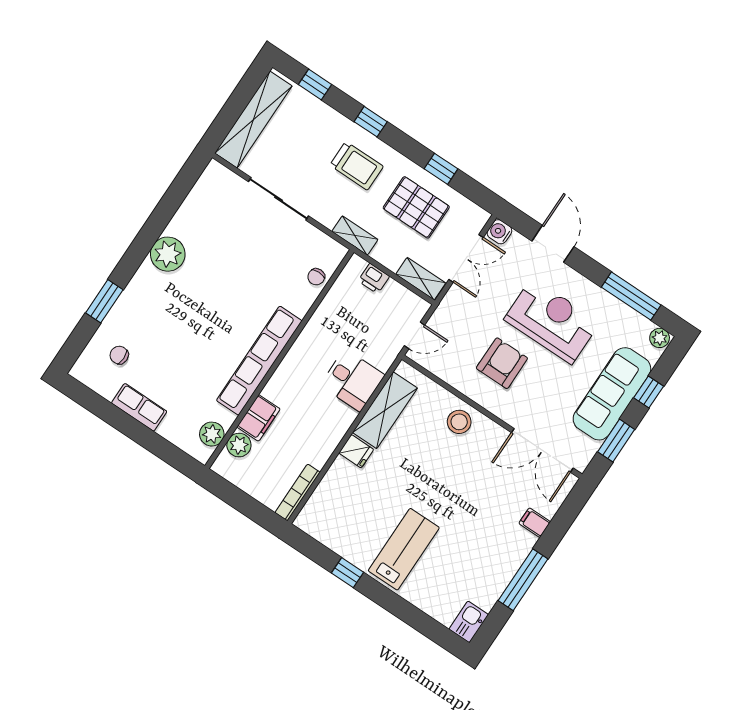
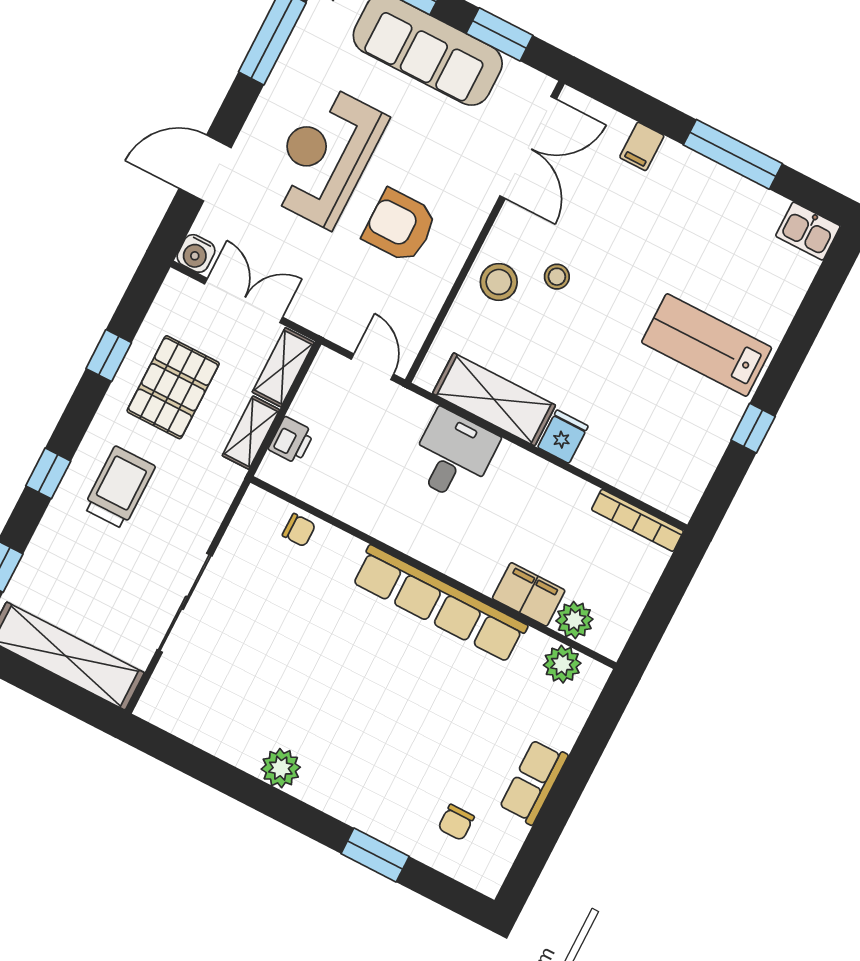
shelving: (355, 236) -> (251, 433), moved
plant: (168, 254) -> (281, 768), width x0.73, depth x0.73
stool: (458, 459) -> (557, 277), added

